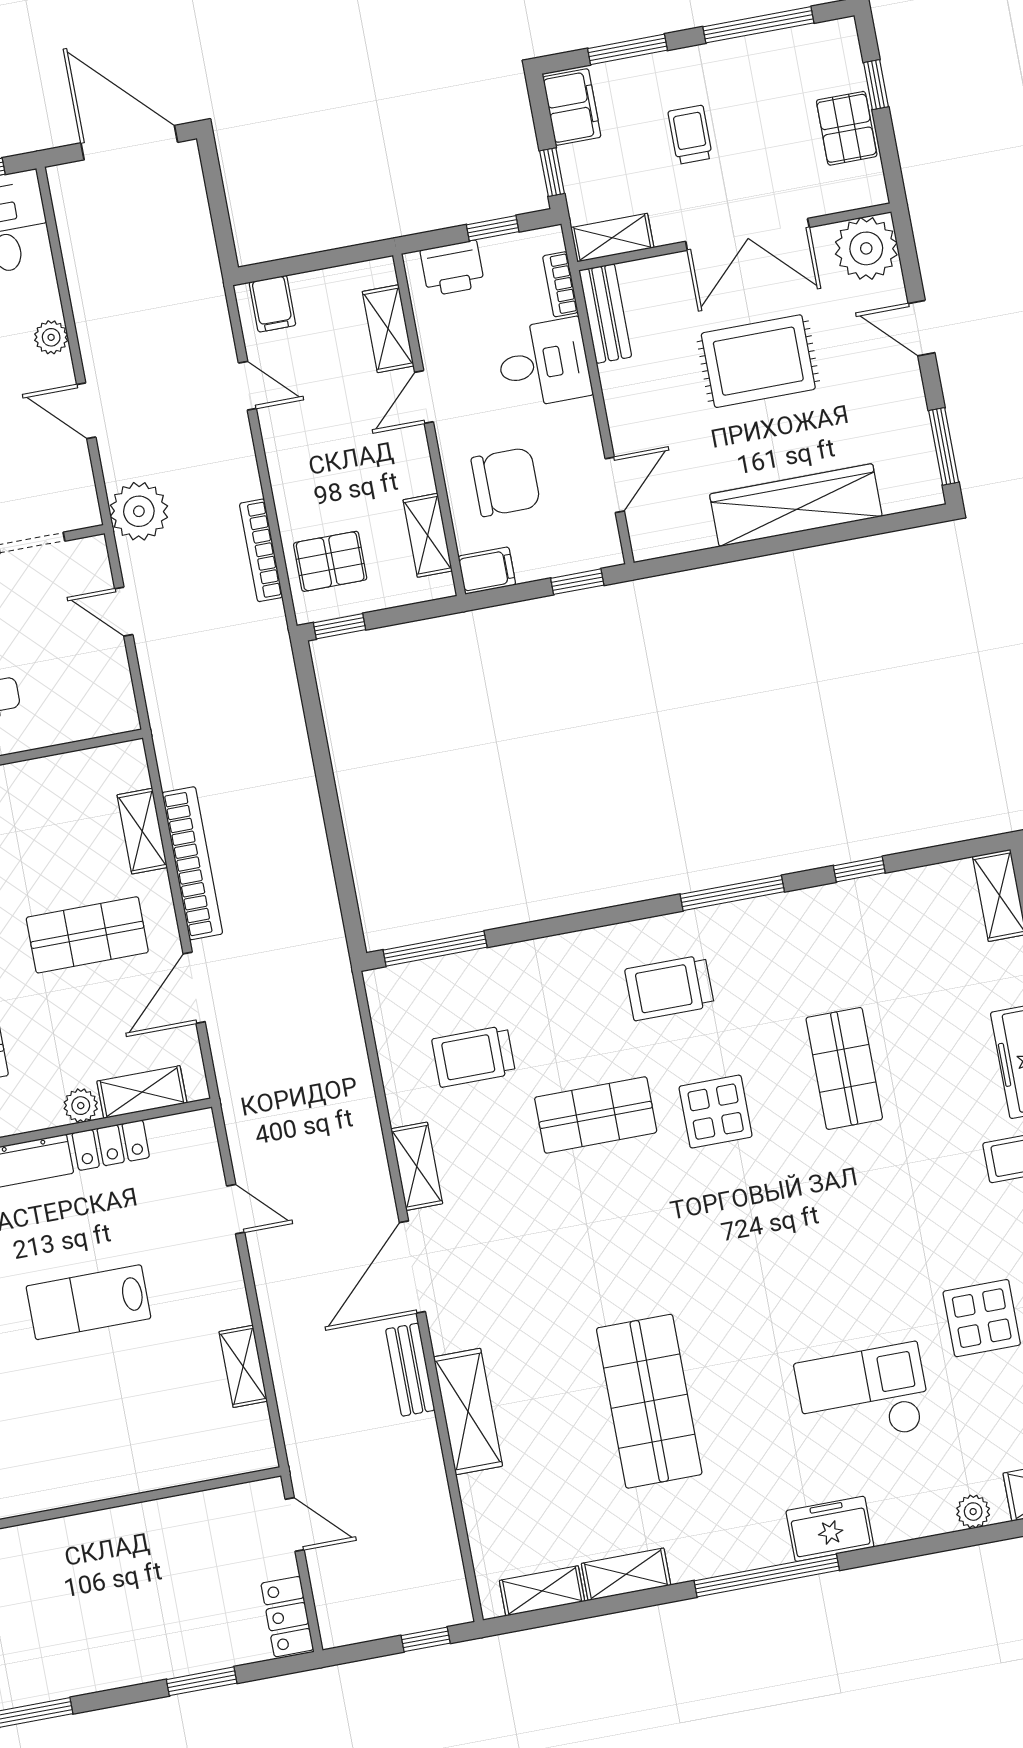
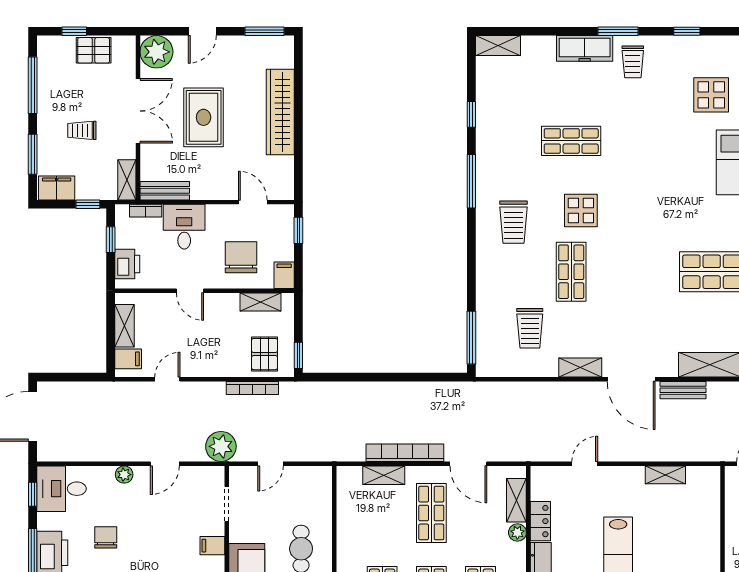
shelving: (388, 329) -> (125, 326), moved, turned 90

